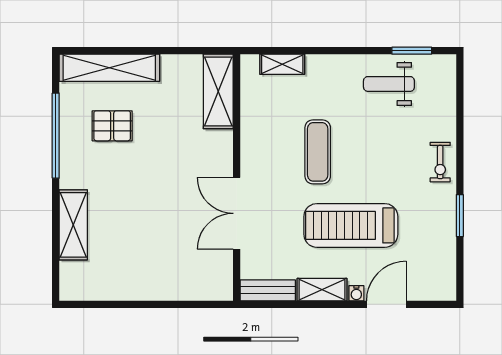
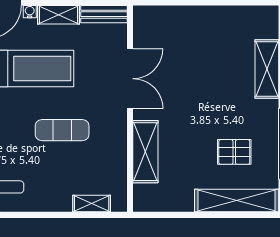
shelving: (218, 91) -> (145, 152), moved
exercise mat: (318, 152) -> (62, 130), turned 90

